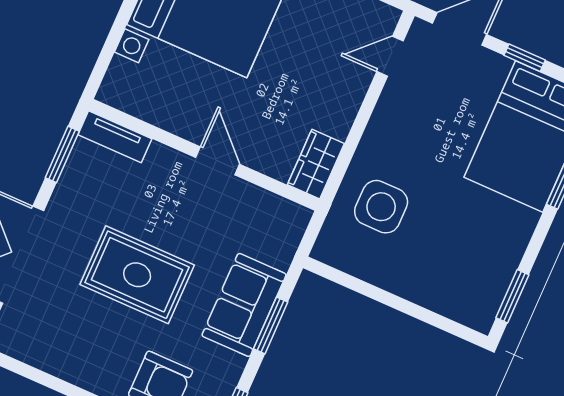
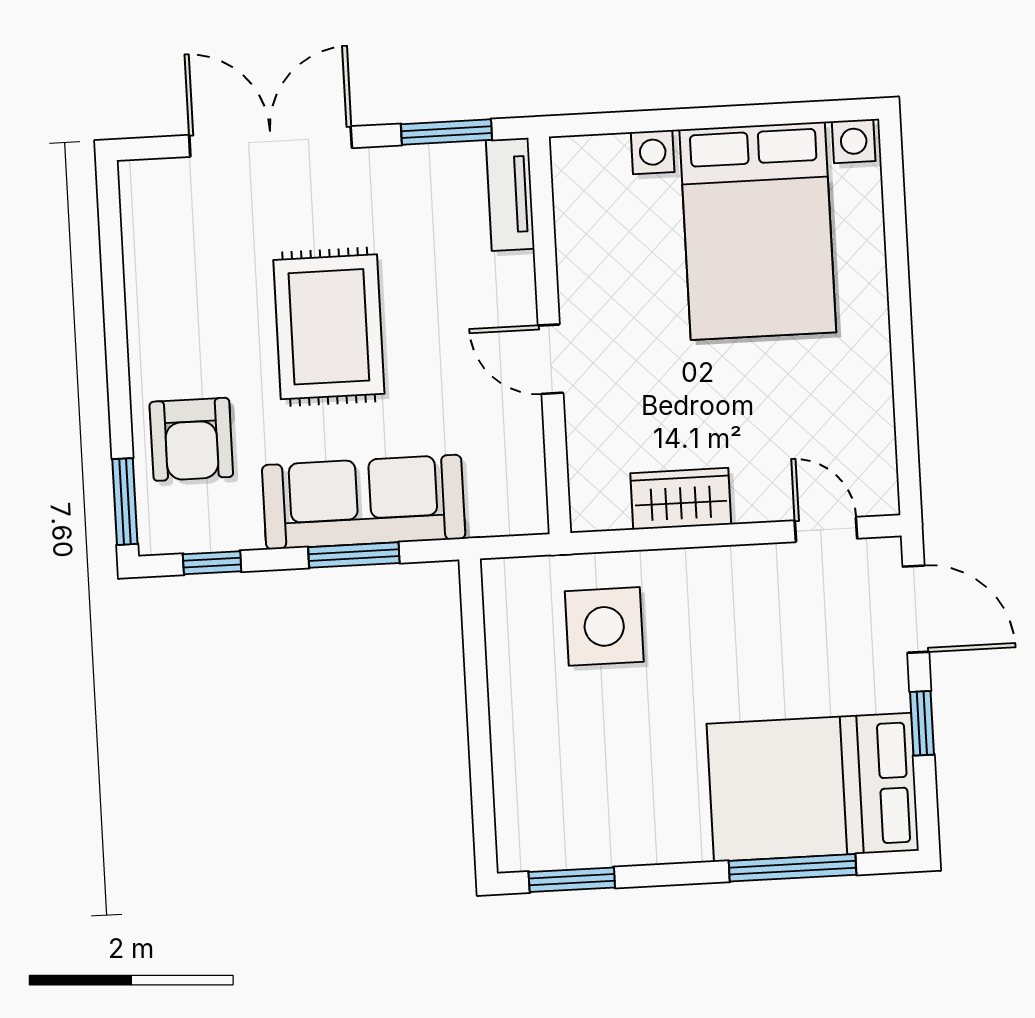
door: (218, 161) -> (551, 359), swing flipped
wardrobe: (316, 164) -> (681, 499), moved
sofa: (244, 305) -> (364, 502), width x1.36

